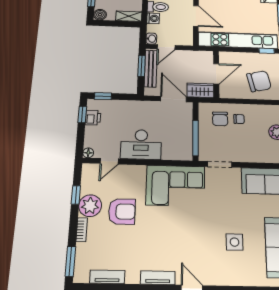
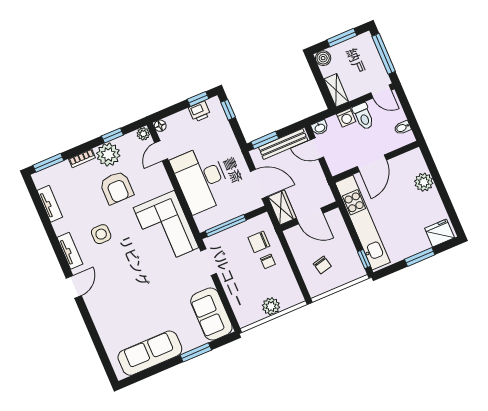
window: (142, 66) -> (265, 140), moved
chair: (259, 81) -> (322, 265), width x0.54, depth x0.54
door: (173, 99) -> (259, 184), hinge flipped
desk: (141, 144) -> (201, 179), width x1.36, depth x1.30
door: (109, 161) -> (161, 151), hinge flipped
plant: (88, 169) -> (143, 134), added
side table: (234, 242) -> (101, 234), moved

